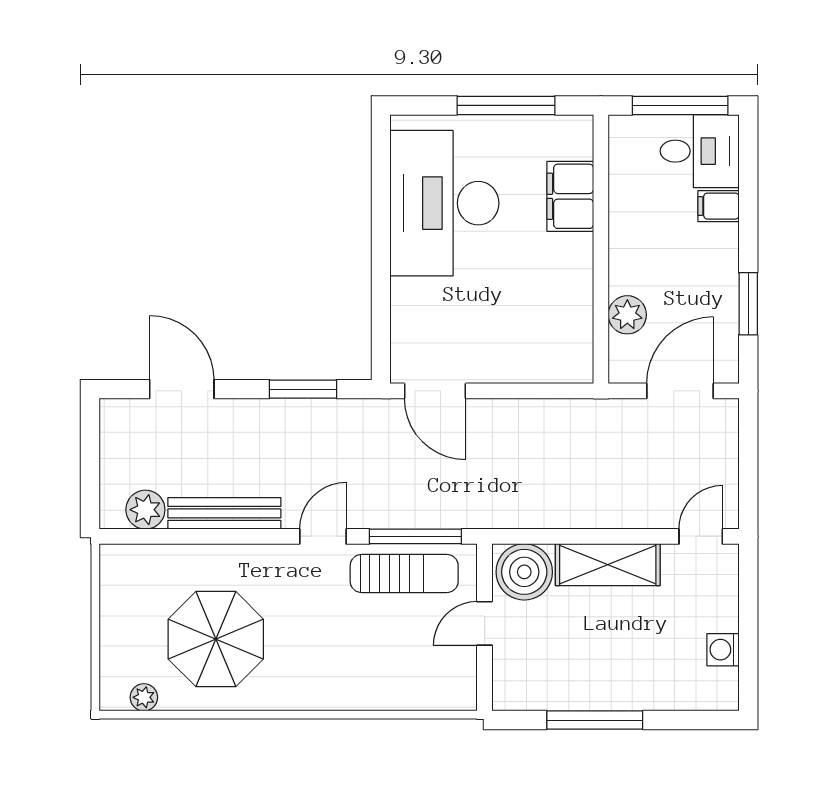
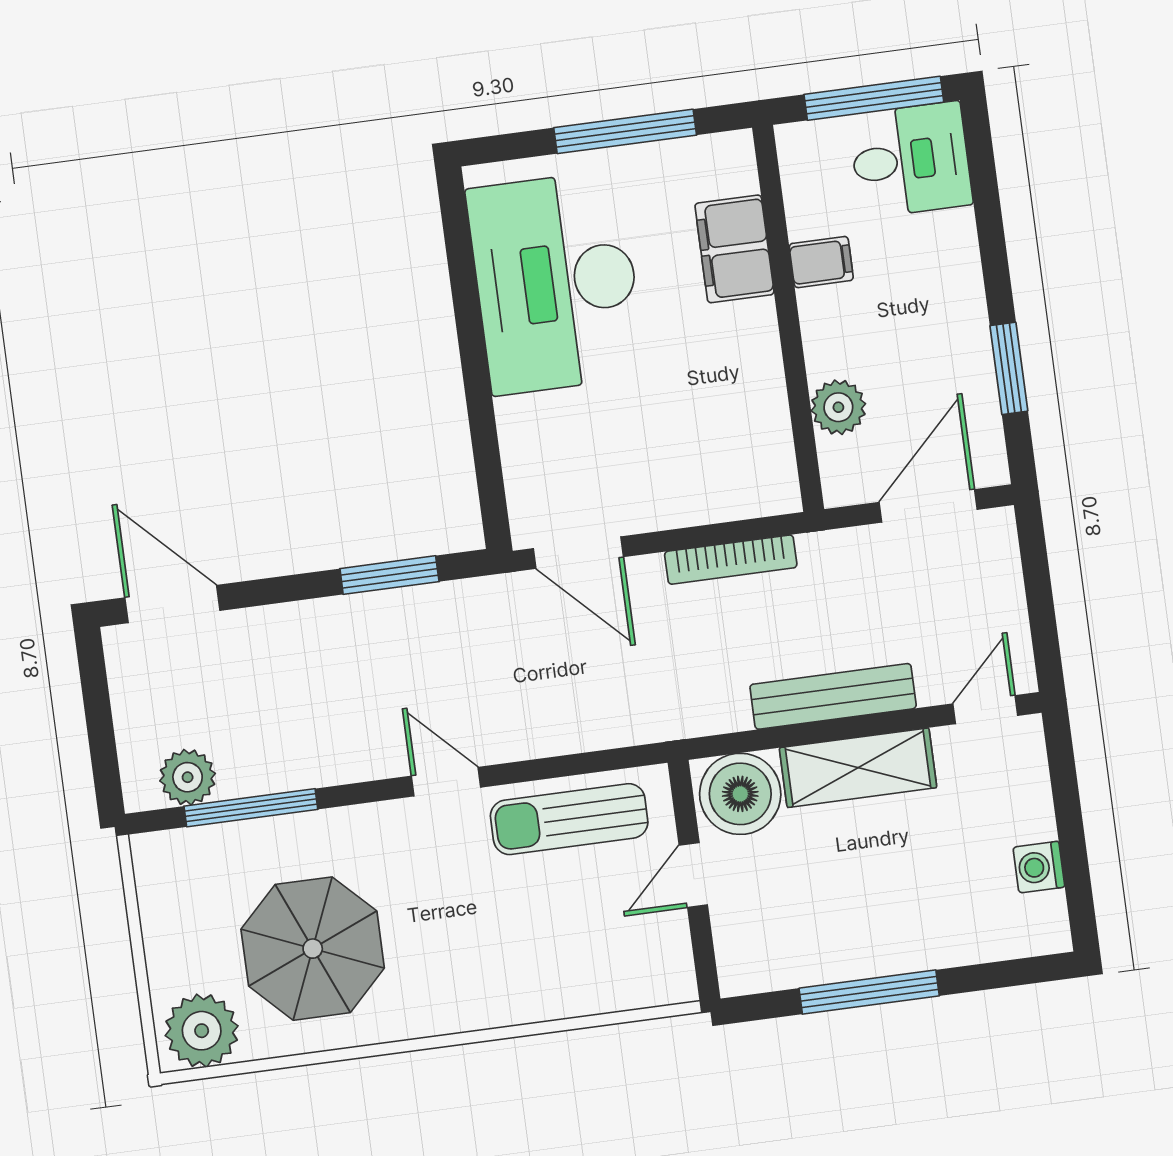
filing cabinet: (718, 206) -> (821, 262), moved, turned 180
door: (182, 389) -> (172, 604), moved
bookcase: (539, 410) -> (731, 560), added
bench: (224, 513) -> (833, 696), moved
door: (323, 536) -> (446, 782), hinge flipped
window: (415, 536) -> (251, 808), moved
sun lounger: (404, 574) -> (569, 819), turned 180
plant: (144, 697) -> (202, 1031), width x1.88, depth x1.88

